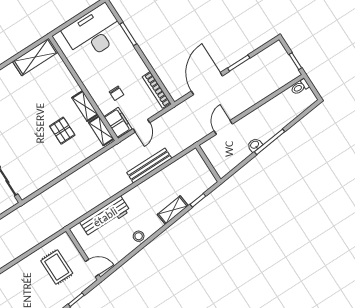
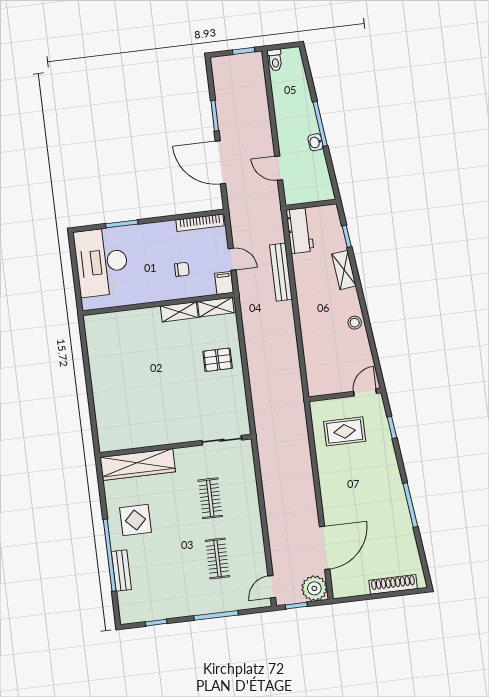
shelving: (35, 57) -> (97, 341), removed
filing cabinet: (118, 123) -> (224, 283), width x0.50
pallet: (62, 131) -> (218, 360), moved
workbench: (105, 217) -> (300, 230), moved, width x0.73

